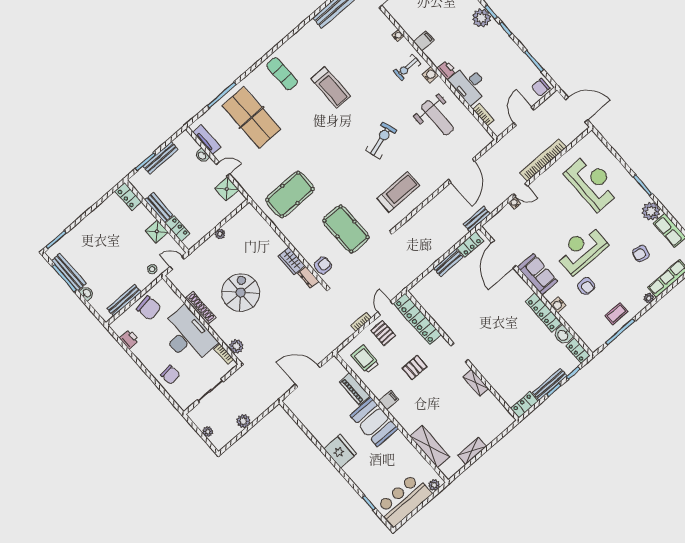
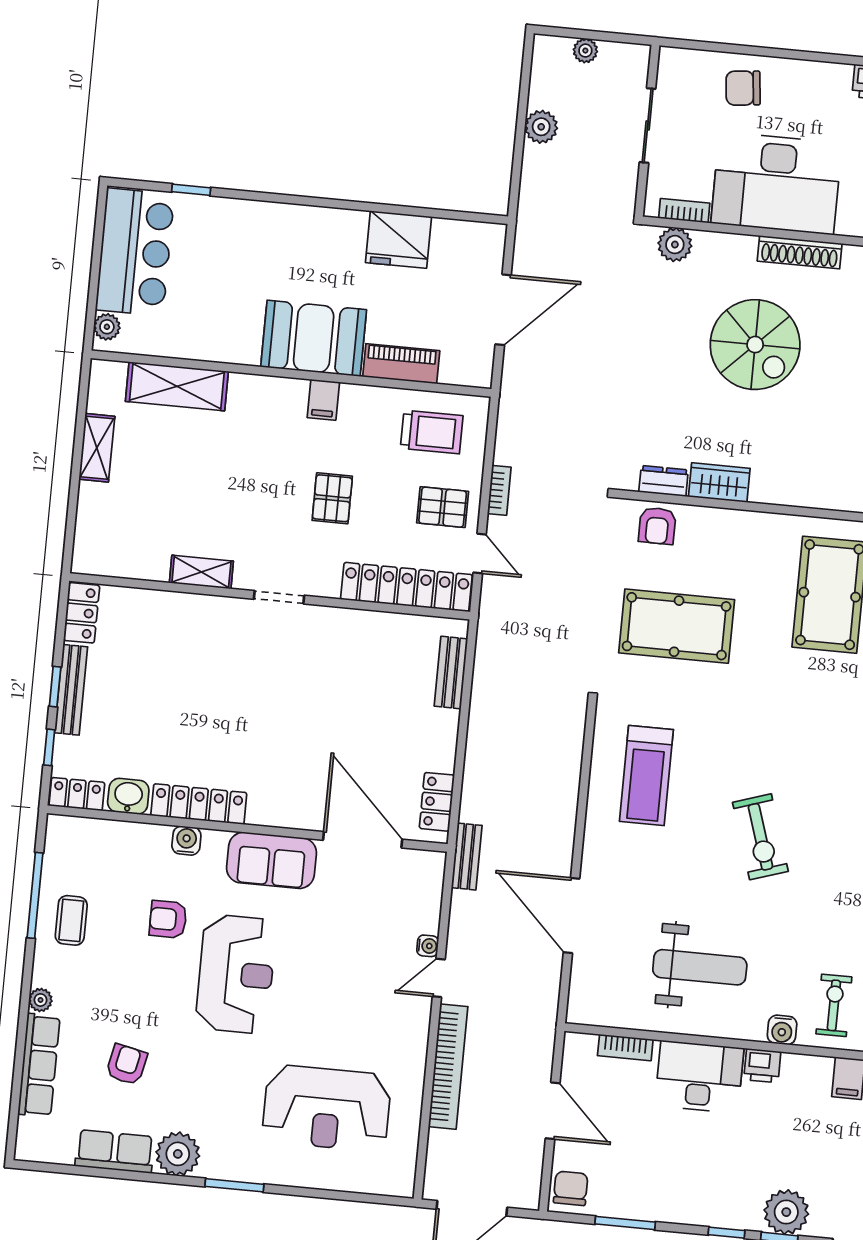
weight bench: (437, 118) -> (700, 967), turned 180
bench: (448, 263) -> (451, 672), moved
fridge: (340, 451) -> (398, 240), moved

